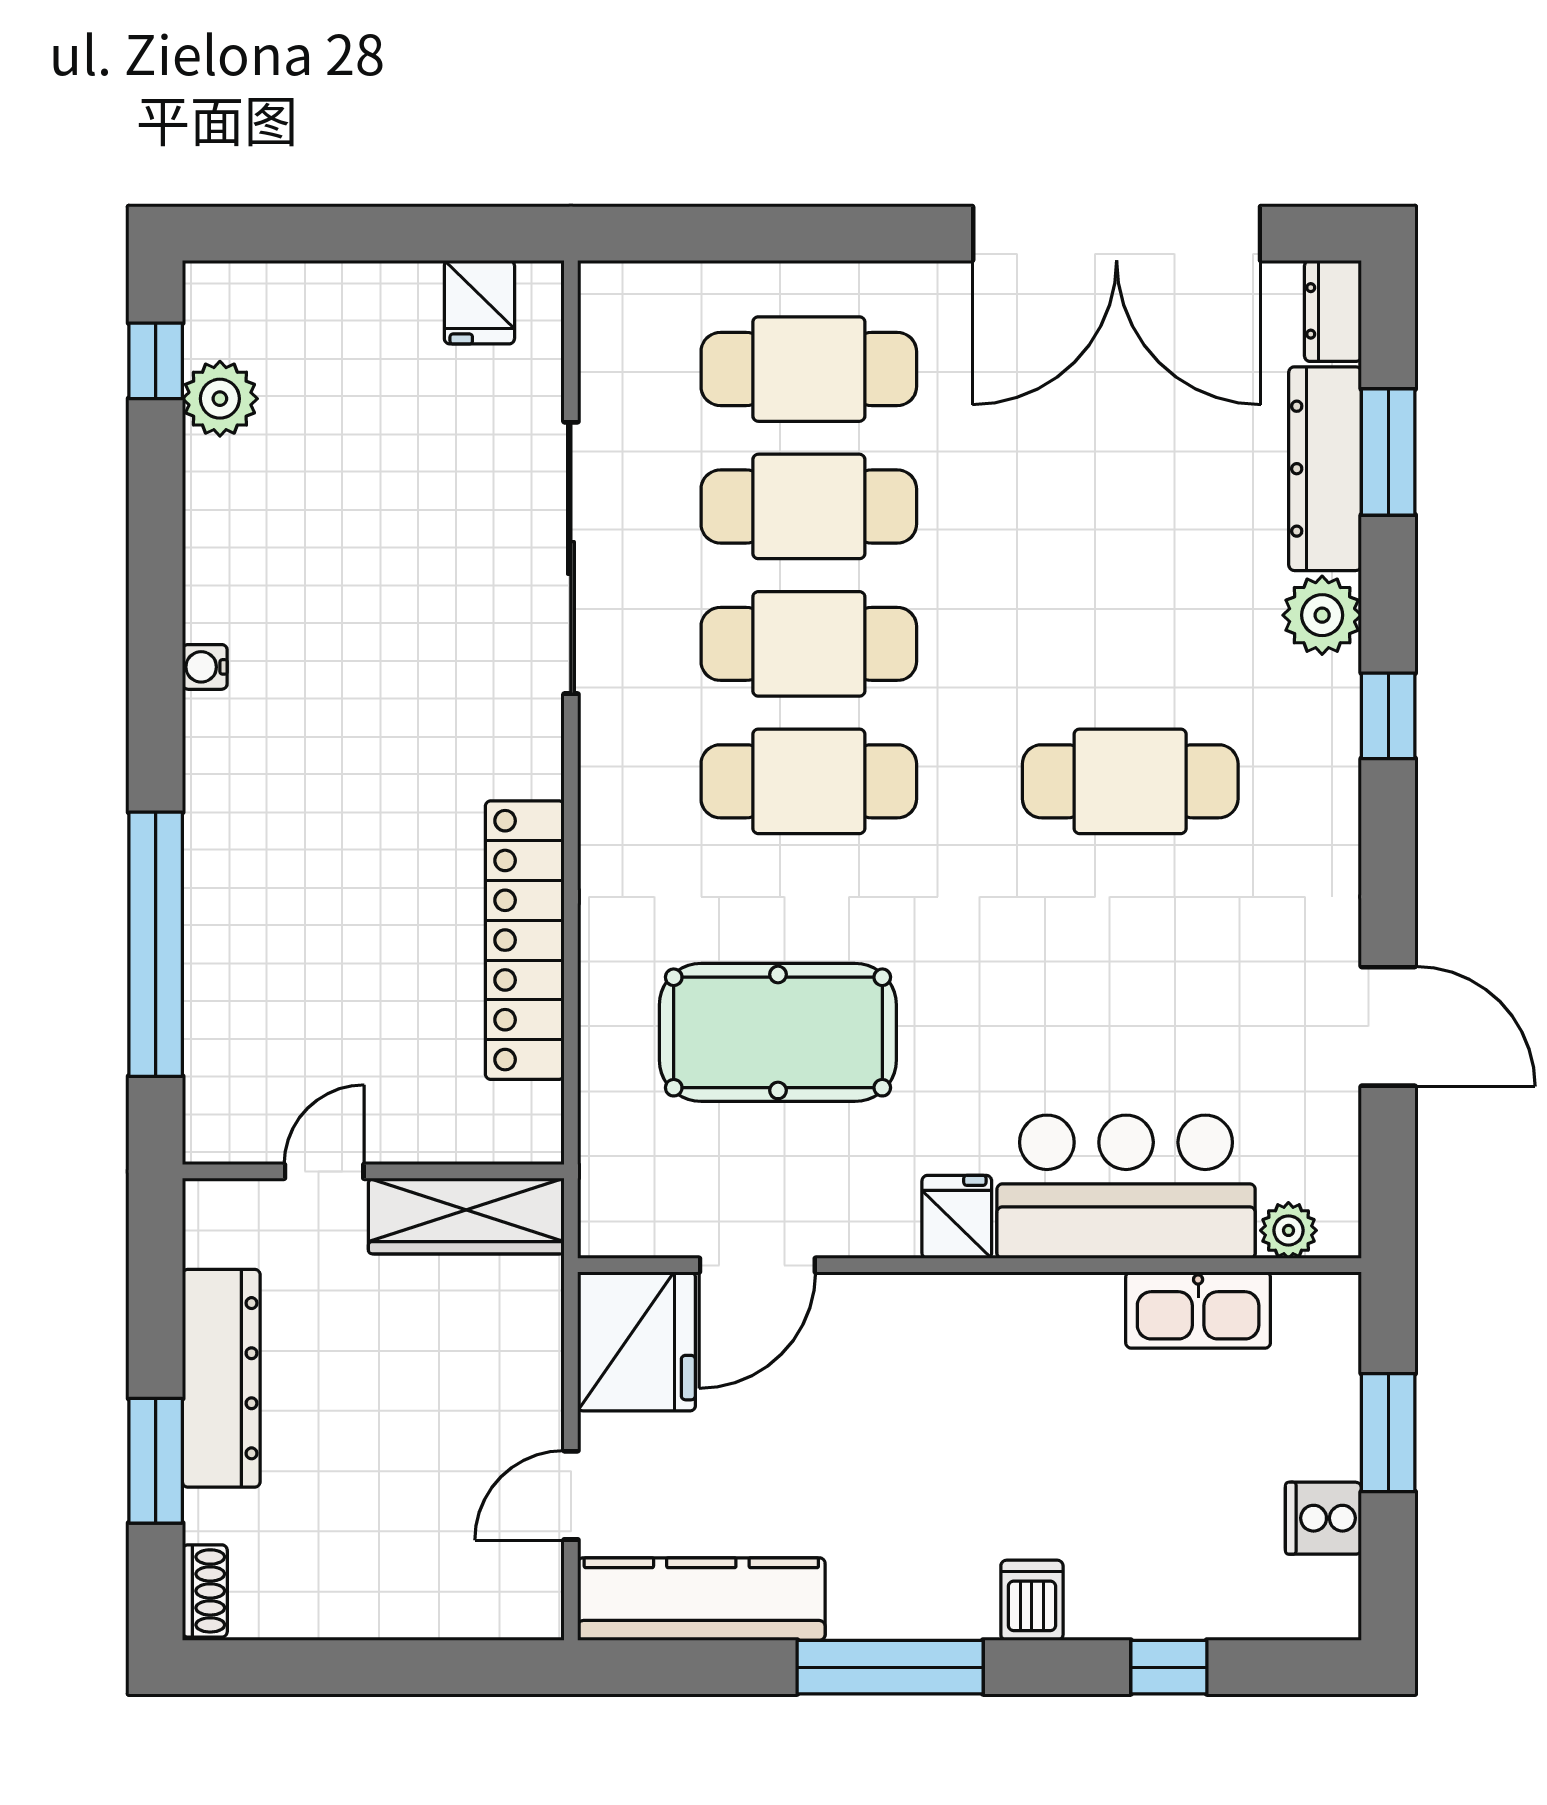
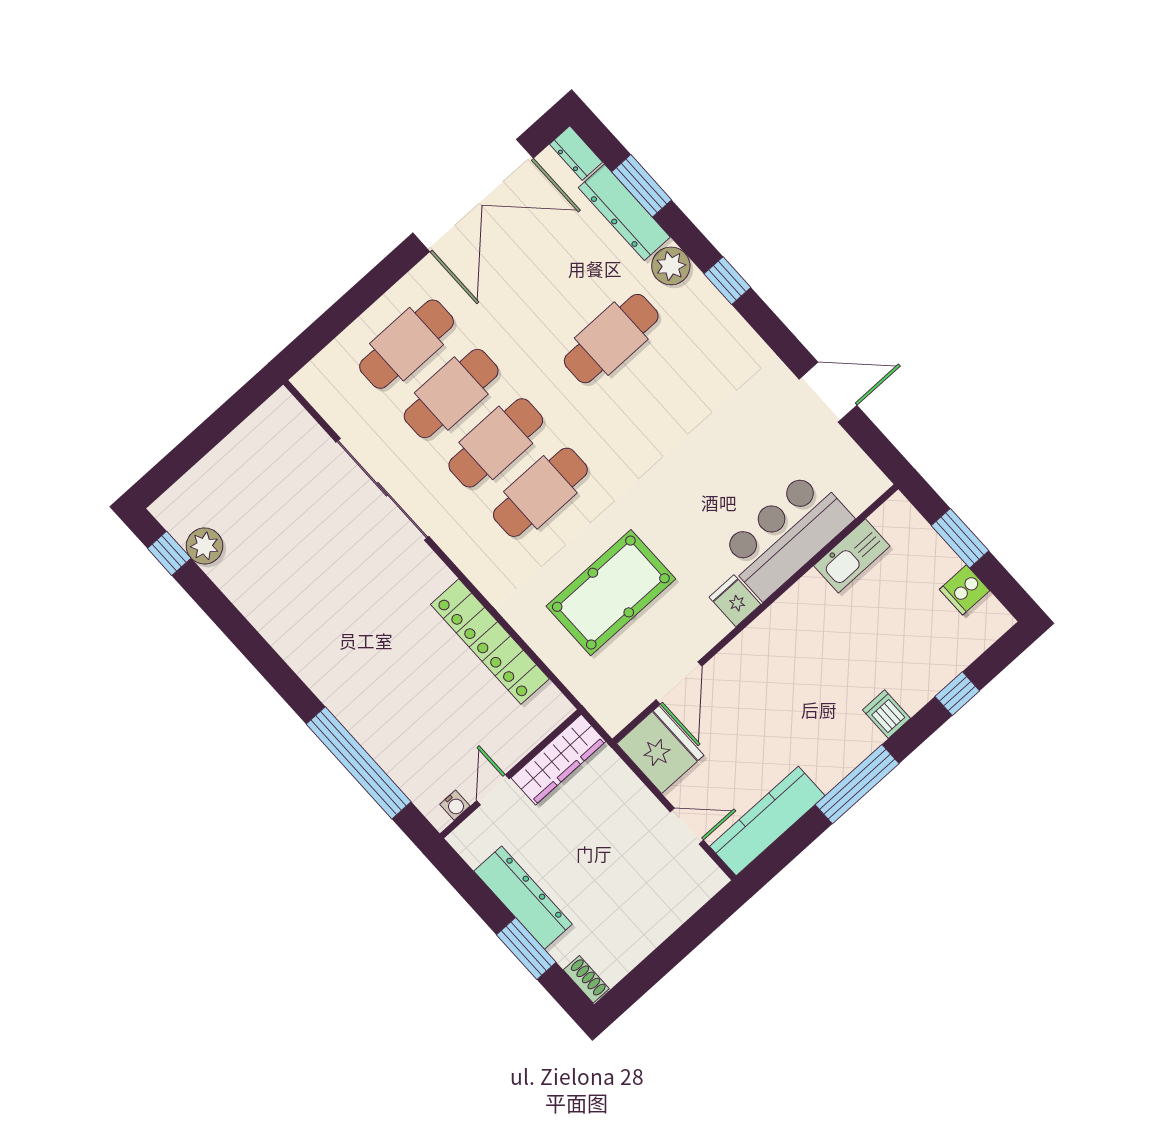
fridge: (479, 302) -> (266, 427), removed
water cooler: (205, 667) -> (455, 805), moved, turned -90
cafe table: (1130, 781) -> (611, 339), moved
plant: (1288, 1230) -> (859, 498), removed
door: (571, 1495) -> (687, 826), swing flipped

